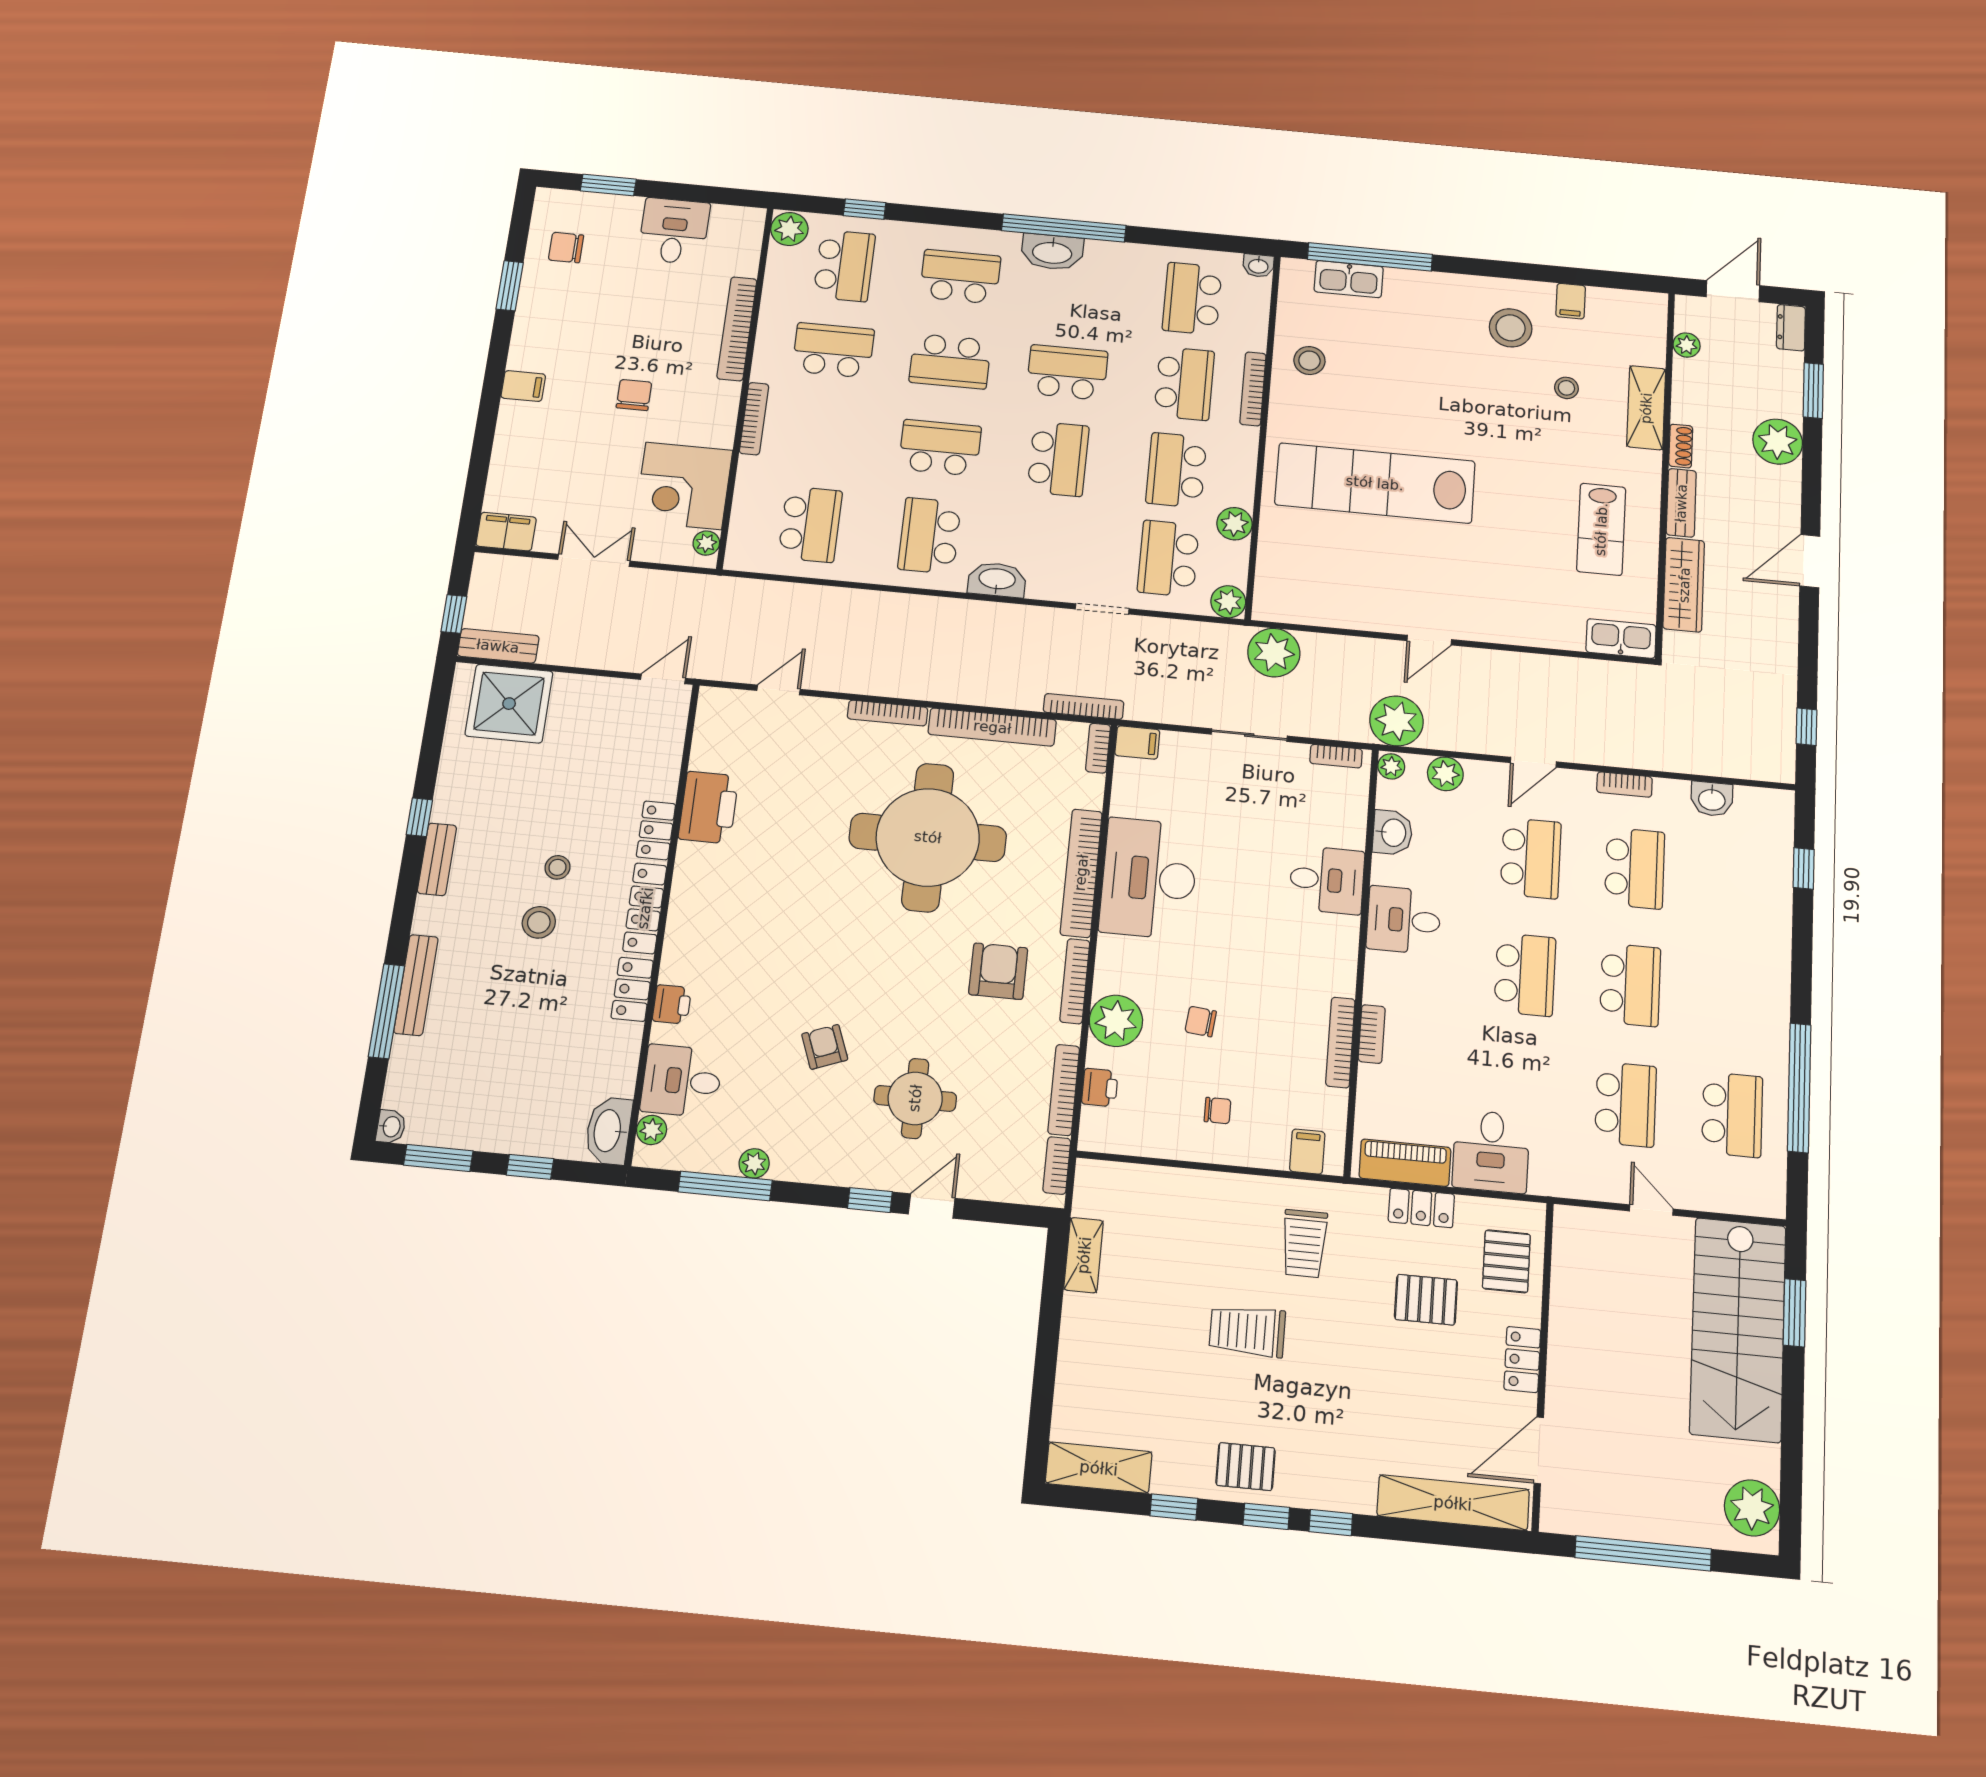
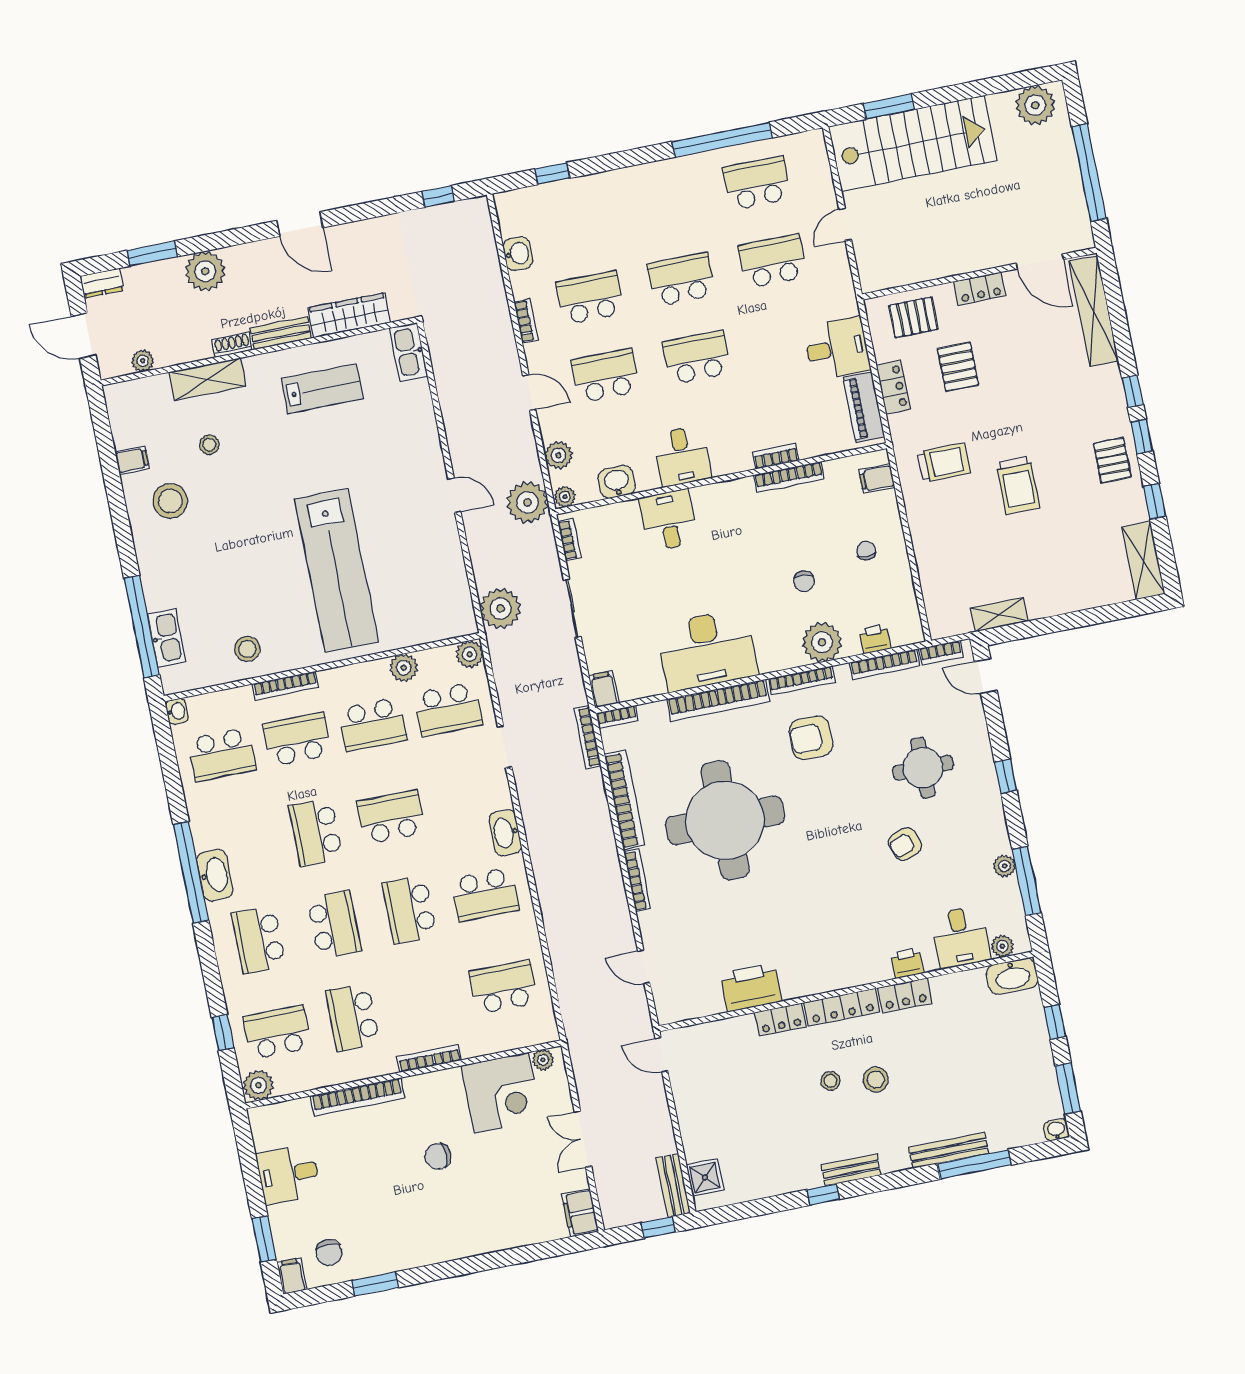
filing cabinet: (523, 386) -> (292, 1276), moved
shower: (509, 704) -> (705, 1177), width x0.54, depth x0.54
door: (932, 1206) -> (986, 676), moved

